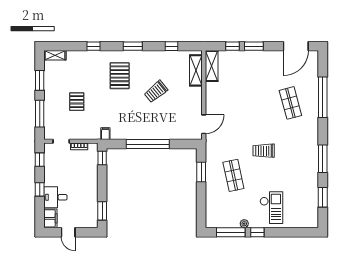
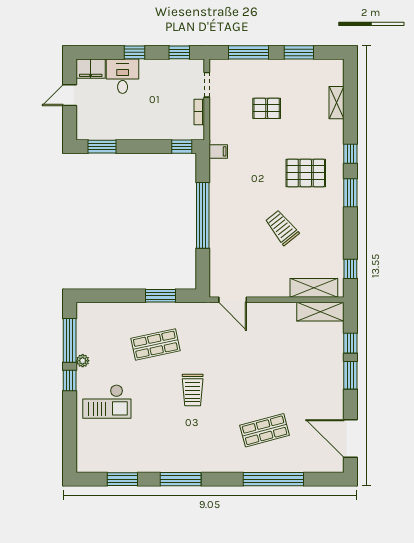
window: (94, 46) -> (350, 154), moved
window: (172, 46) -> (350, 269), moved
shelving: (55, 55) -> (337, 103), moved
trolley: (264, 151) -> (193, 390), turned 180

